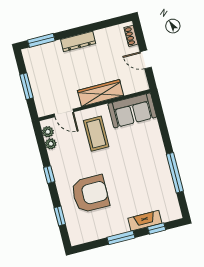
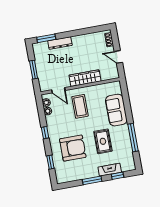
dresser: (78, 41) -> (60, 43), moved
sofa: (132, 110) -> (116, 110), moved, turned 90
rug: (132, 181) -> (103, 141), added

